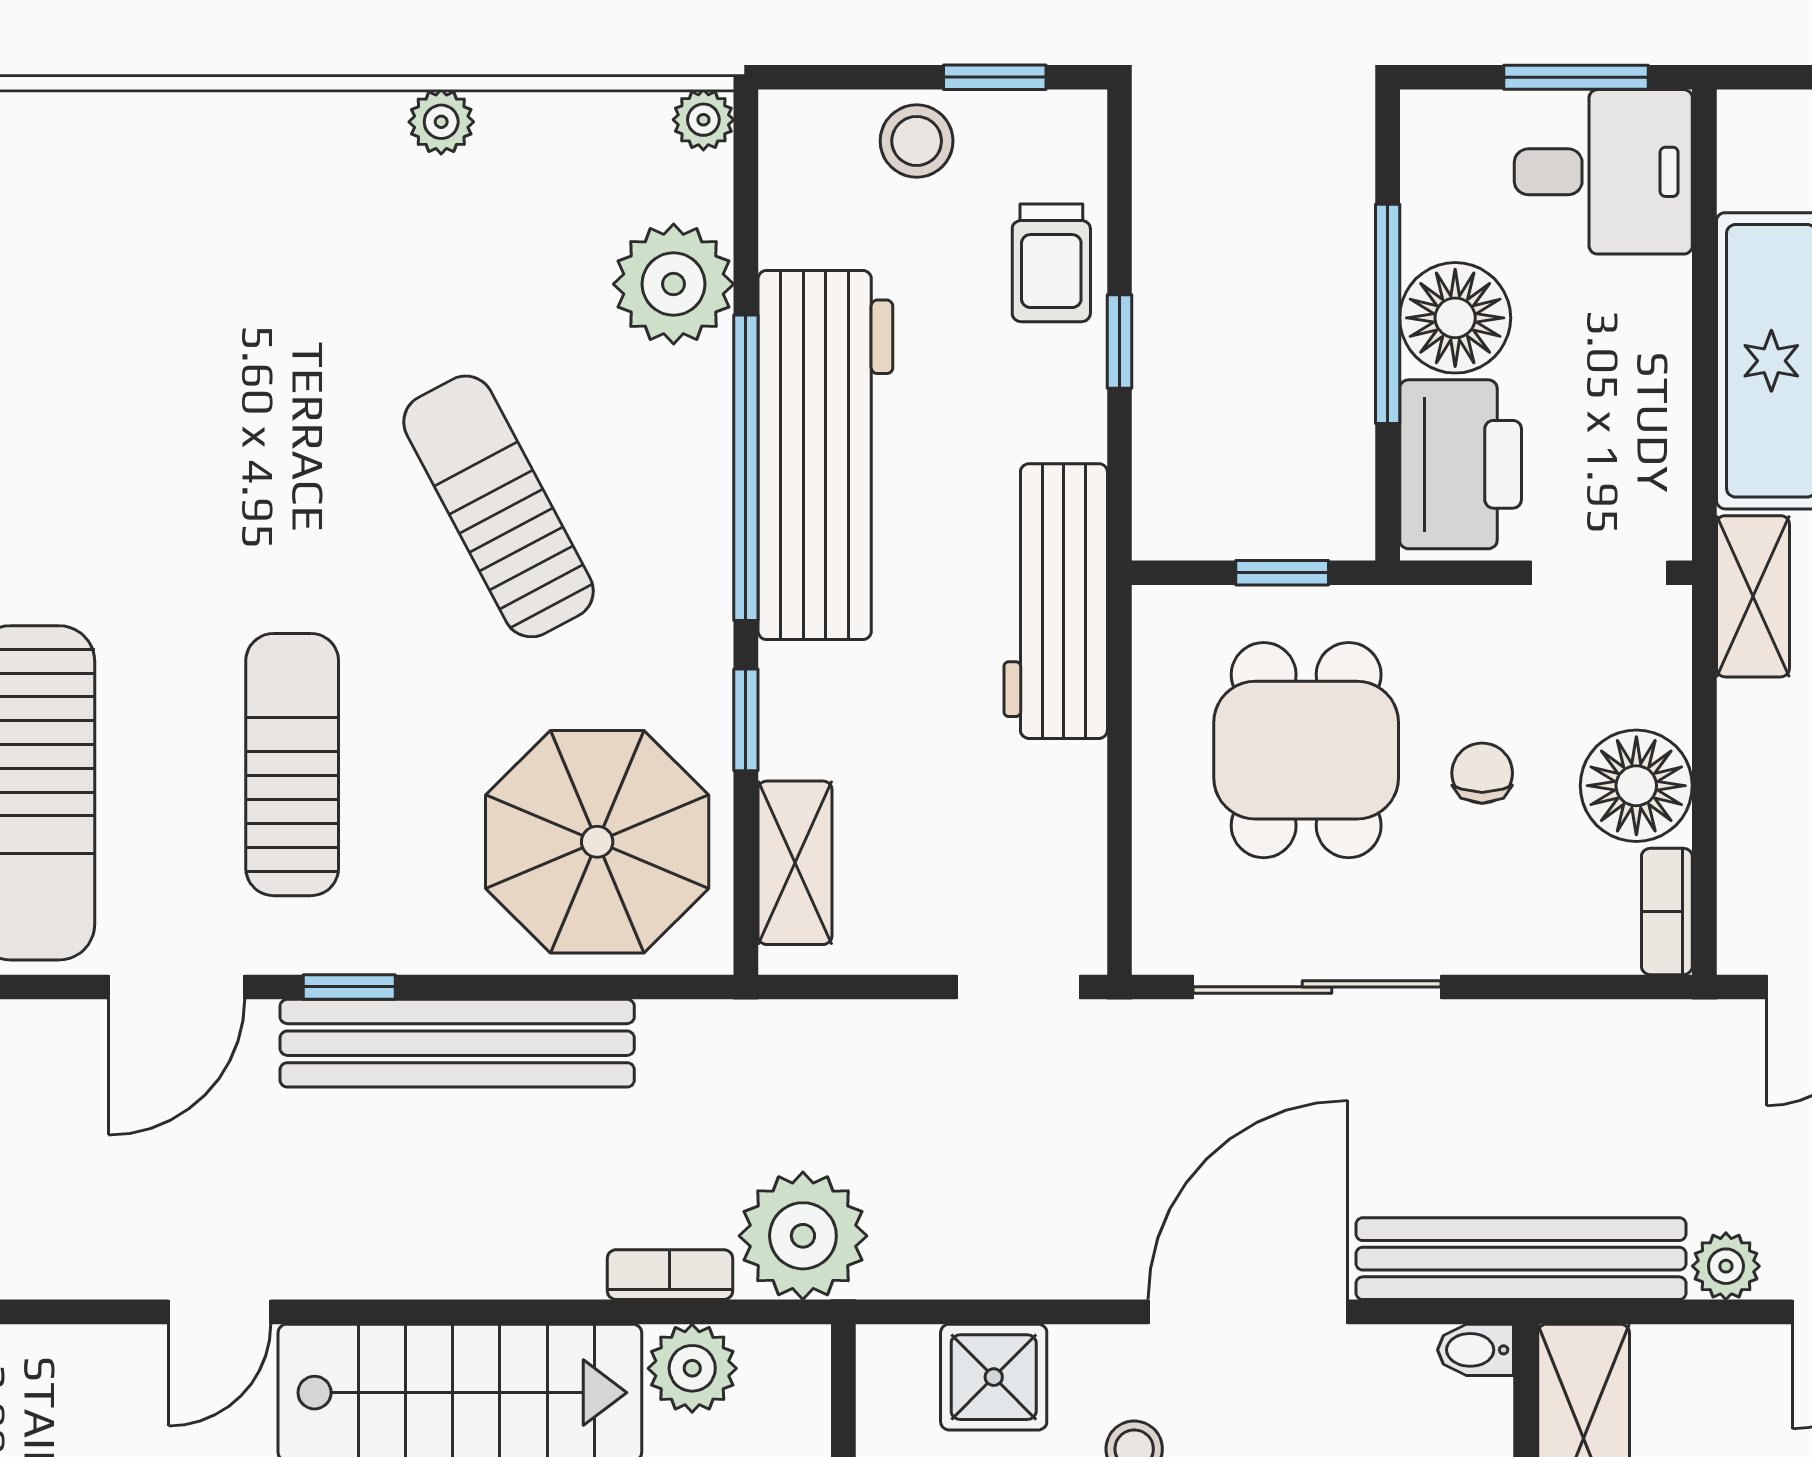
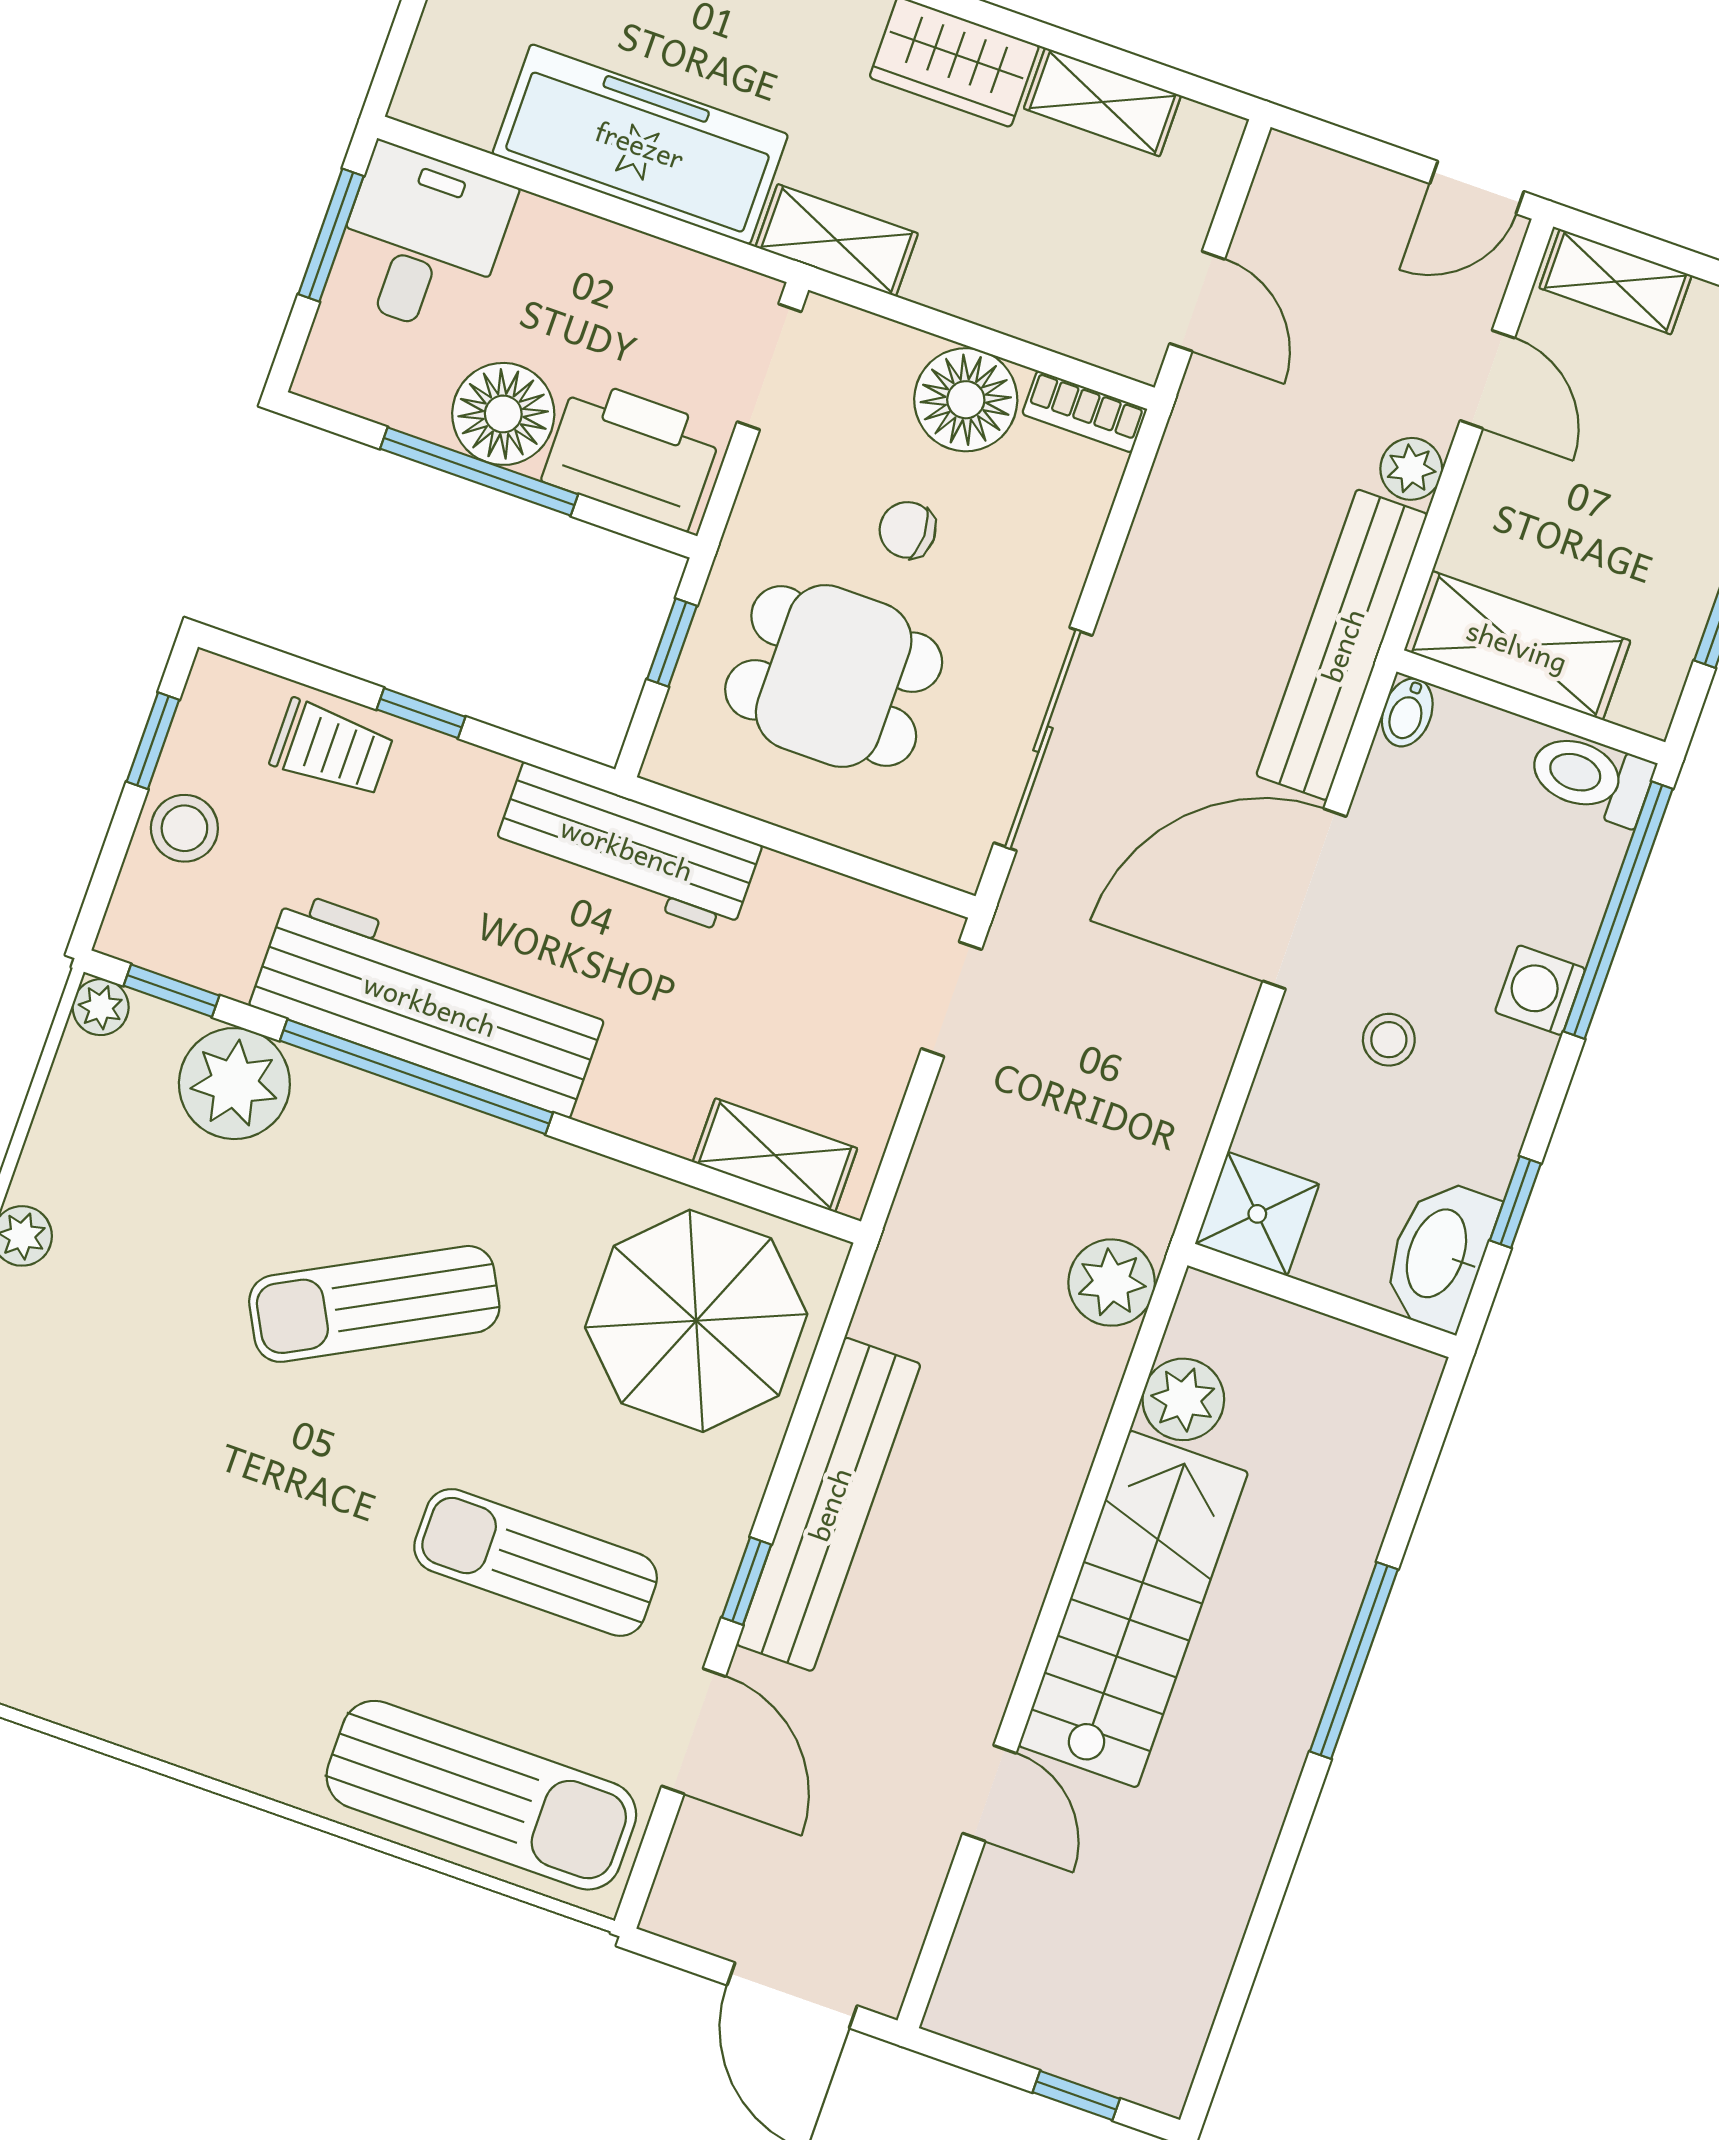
window: (746, 720) -> (172, 991), moved
plant: (803, 1236) -> (1112, 1283), width x0.73, depth x0.73
bookcase: (670, 1275) -> (1095, 1390), removed
door: (1248, 1312) -> (1304, 899), hinge flipped
shower: (994, 1377) -> (1257, 1214), moved

